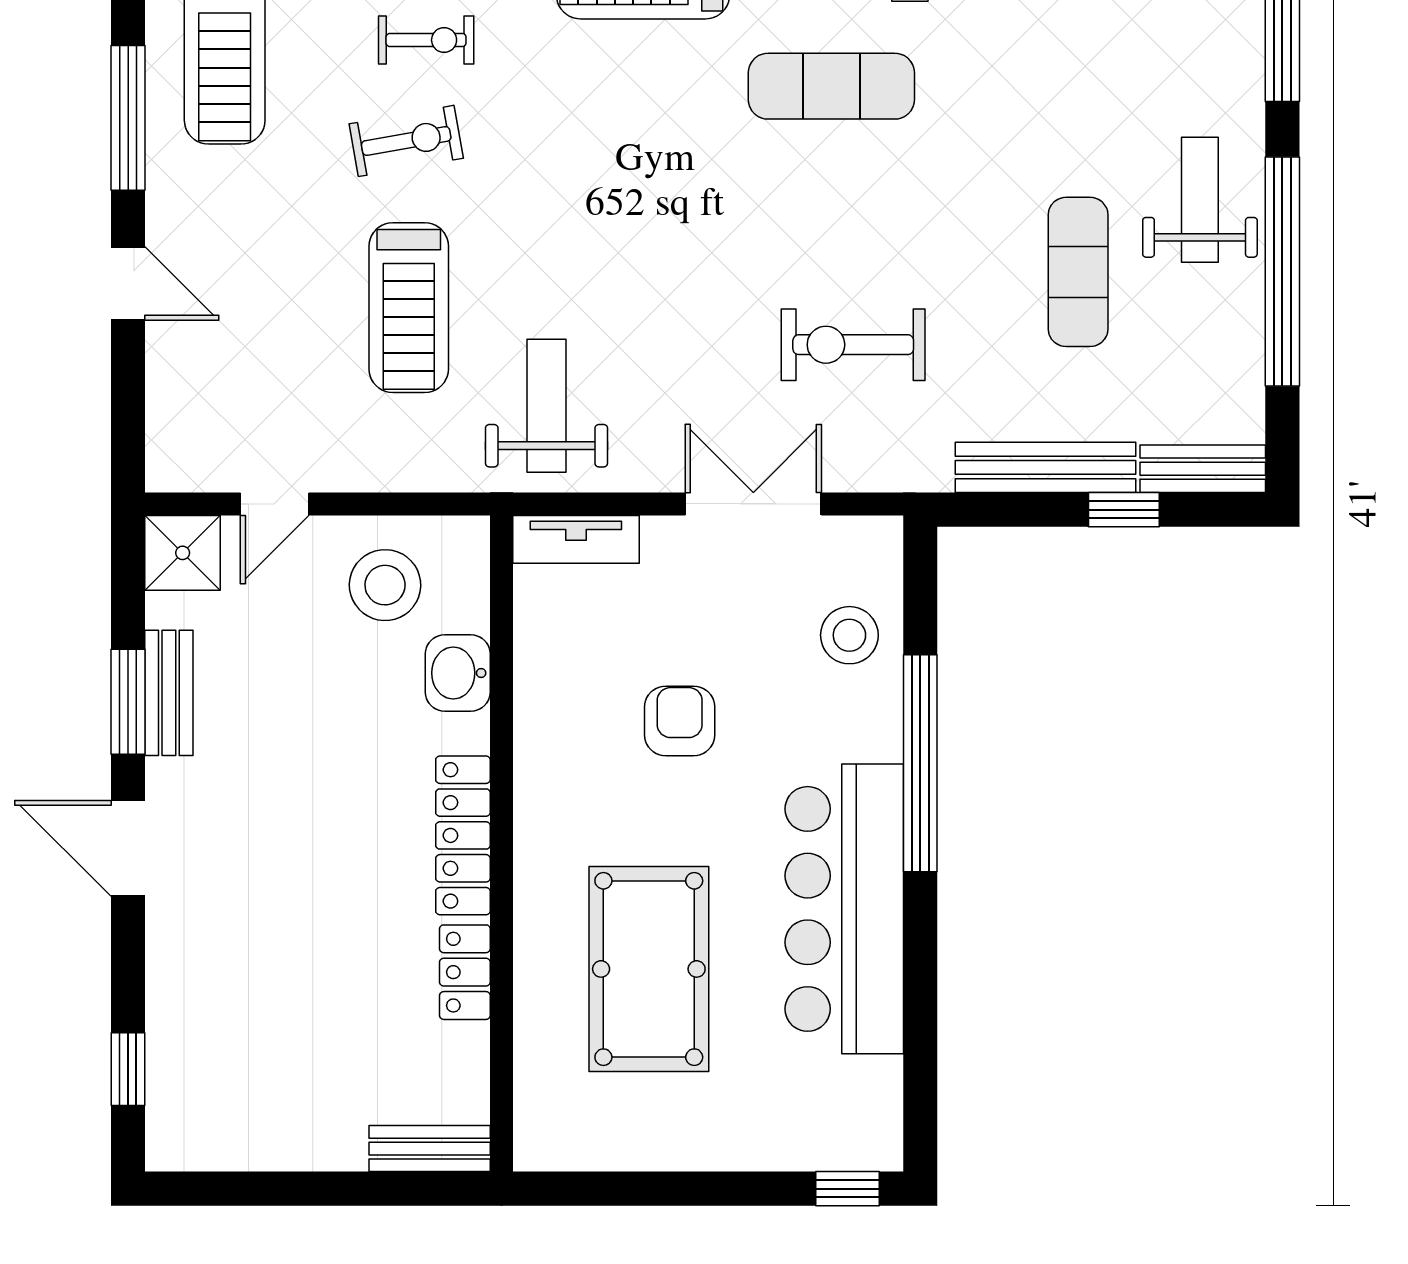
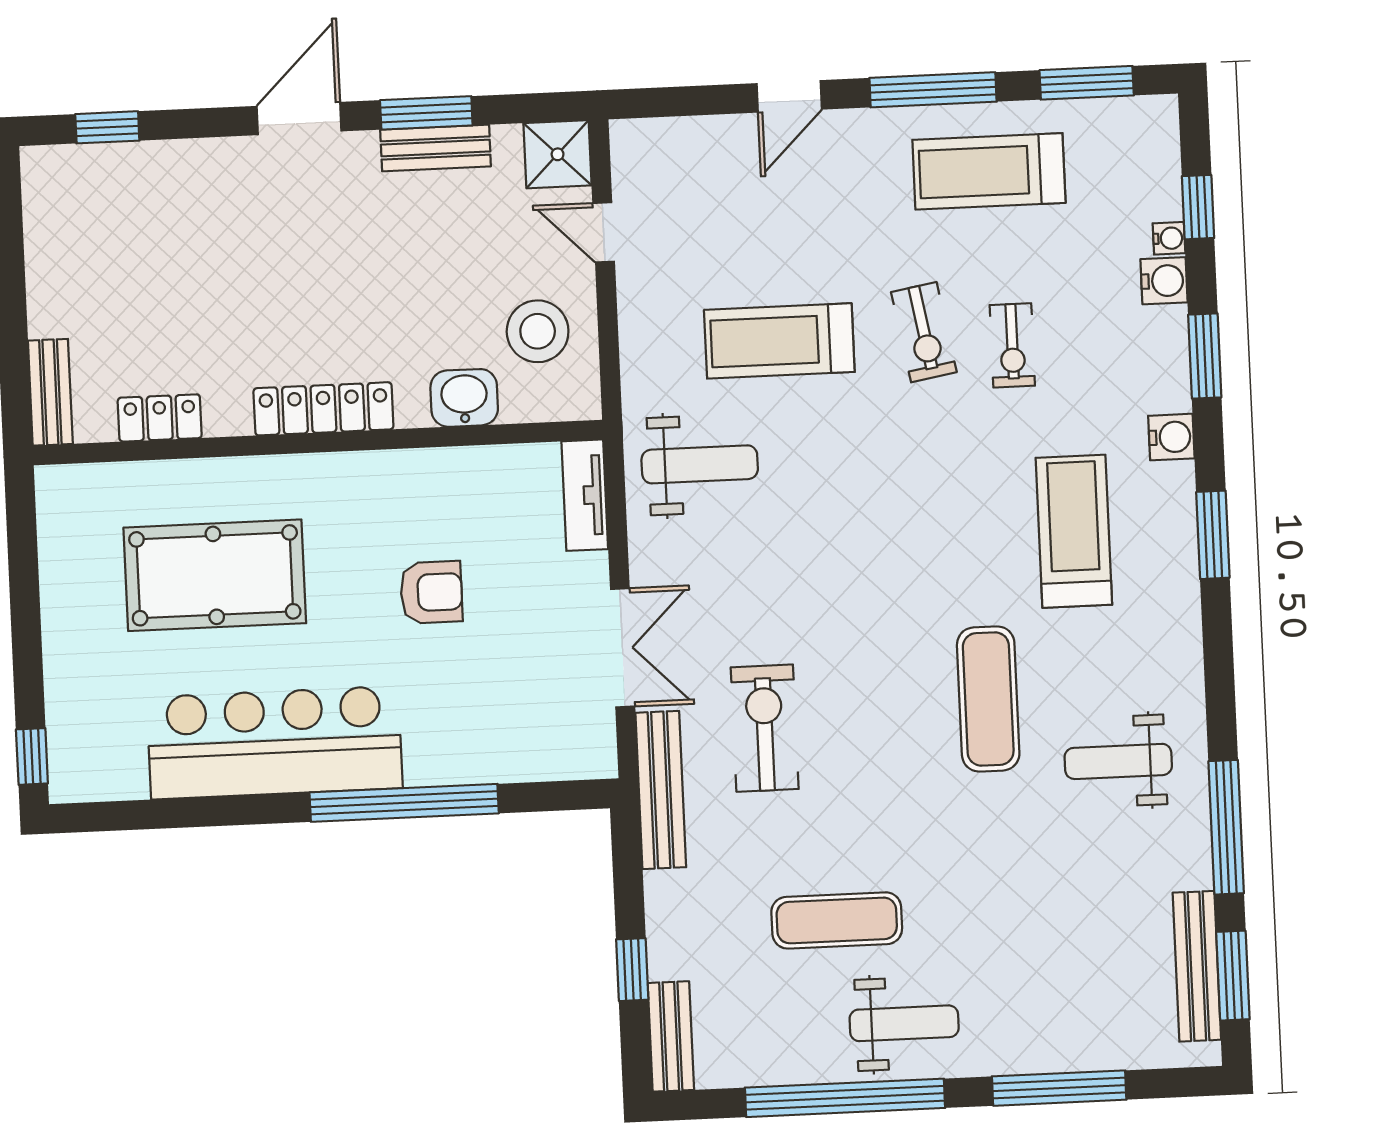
bench: (1046, 467) -> (661, 790), moved
stool: (849, 635) -> (512, 736), removed
locker: (465, 972) -> (160, 418), moved

